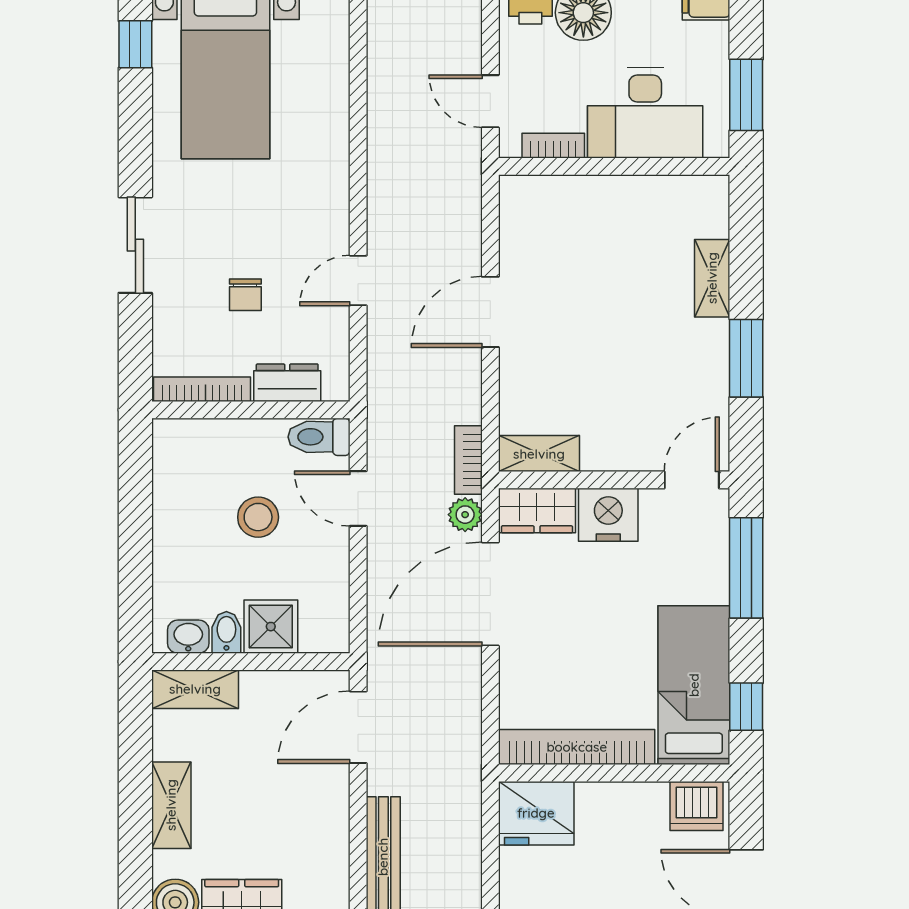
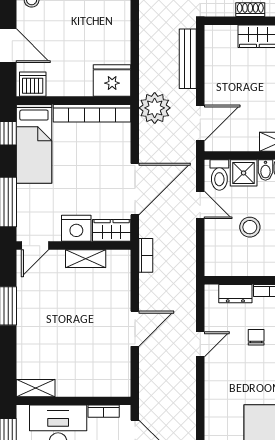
shelving: (712, 278) -> (36, 388), moved, turned 90
toilet: (319, 437) -> (219, 175), moved, turned 90
shelving: (539, 454) -> (86, 259), moved
door: (358, 498) -> (200, 205), moved
plant: (465, 515) -> (155, 108), moved, width x1.88, depth x1.88

